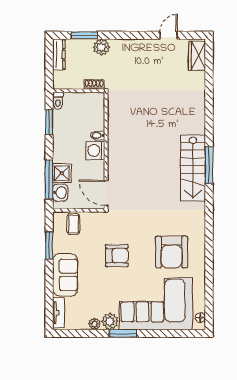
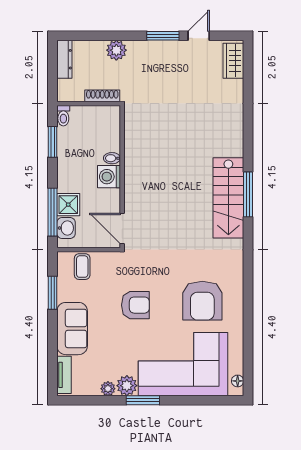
window: (84, 35) -> (163, 36), moved
shoe rack: (94, 84) -> (102, 96), width x1.43

